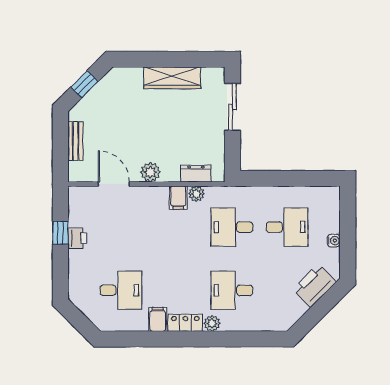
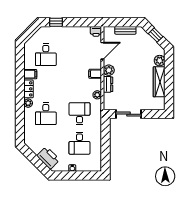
plant: (132, 77) -> (160, 61), added
sliding door: (232, 107) -> (129, 114), moved
dresser: (196, 174) -> (108, 84), moved
filing cabinet: (178, 198) -> (95, 74), moved
window: (60, 233) -> (56, 22), moved
printer: (77, 238) -> (96, 31), moved
desk: (232, 290) -> (46, 114), turned 180

